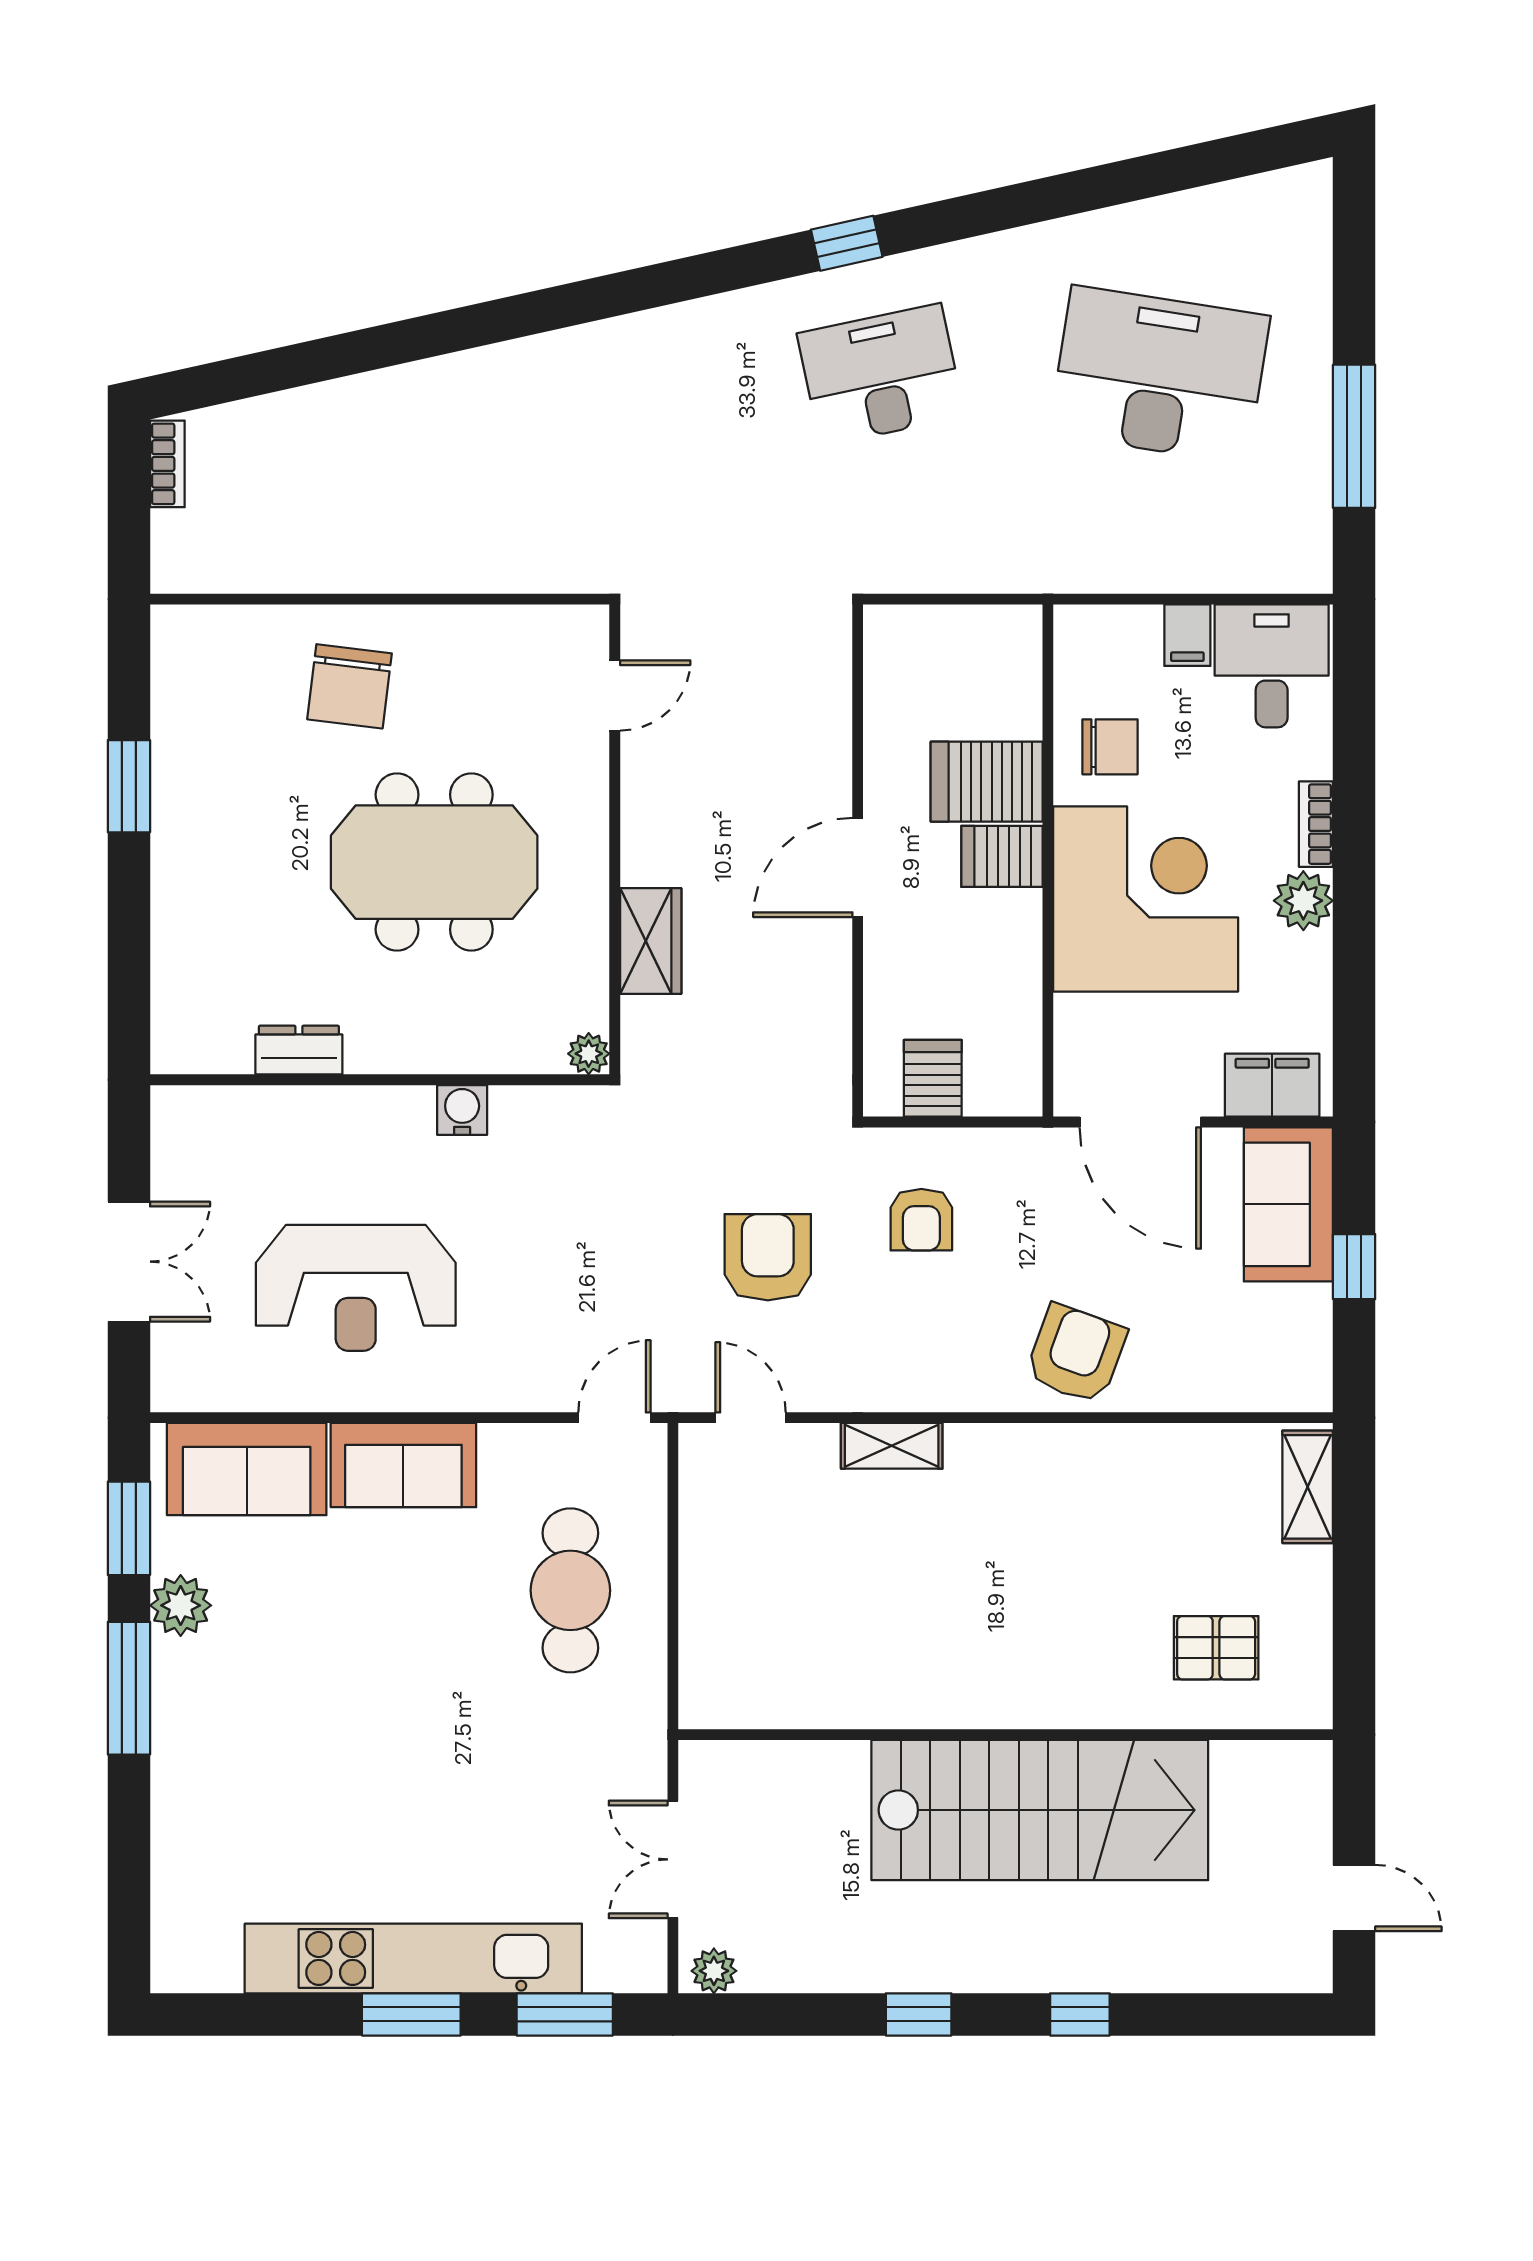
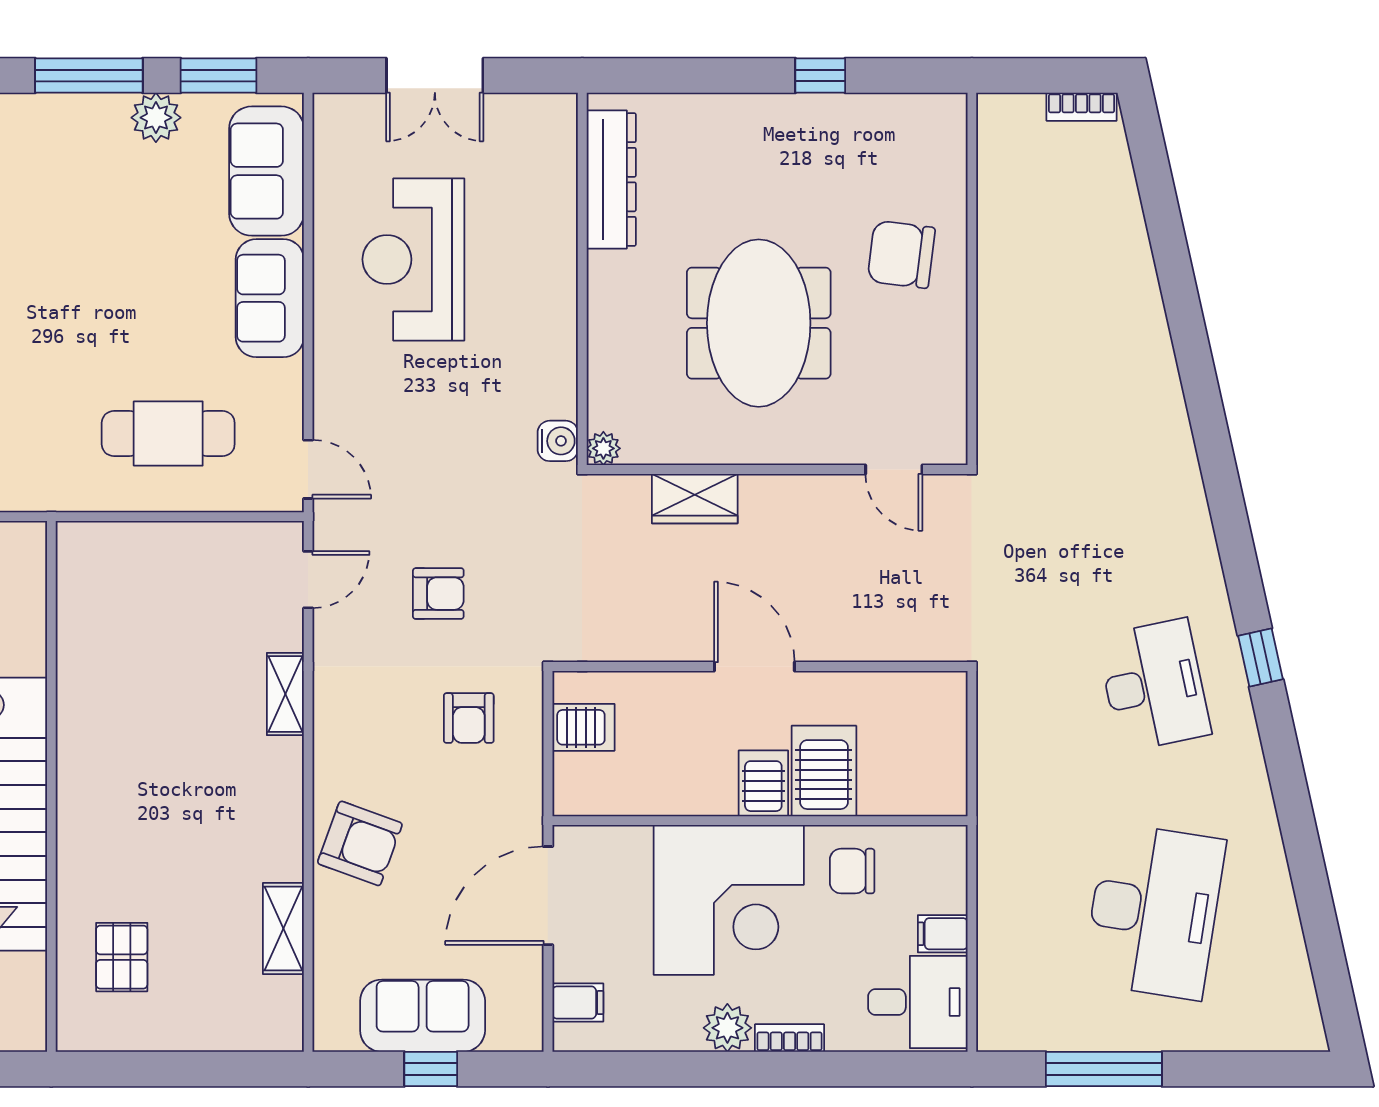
chair: (1110, 747) -> (852, 871), turned 90
window: (129, 786) -> (820, 76), width x0.67
dresser: (299, 1050) -> (611, 180), width x1.96, depth x1.24
filing cabinet: (1272, 1085) -> (578, 1003), width x0.50
water cooler: (462, 1110) -> (558, 441), moved
sofa: (1288, 1204) -> (423, 1016), moved
armchair: (921, 1220) -> (469, 718), turned -90
armchair: (768, 1257) -> (438, 594), width x0.72, depth x0.72
shelving: (1308, 1487) -> (283, 928), moved, turned 90

